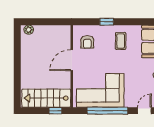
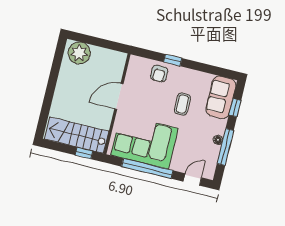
plant: (29, 30) -> (79, 53), width x1.88, depth x1.88
coffee table: (121, 41) -> (182, 104), moved
armchair: (87, 42) -> (159, 74), moved

